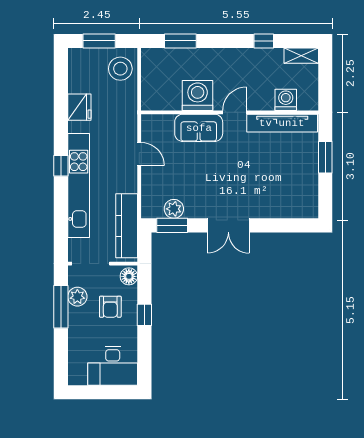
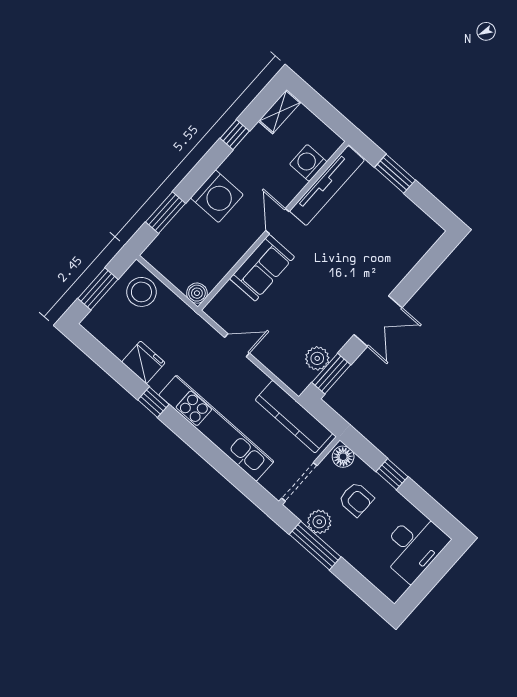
washing machine: (198, 95) -> (217, 196), moved, turned 180
boiler: (149, 102) -> (197, 293), added
window: (61, 166) -> (153, 402), moved

